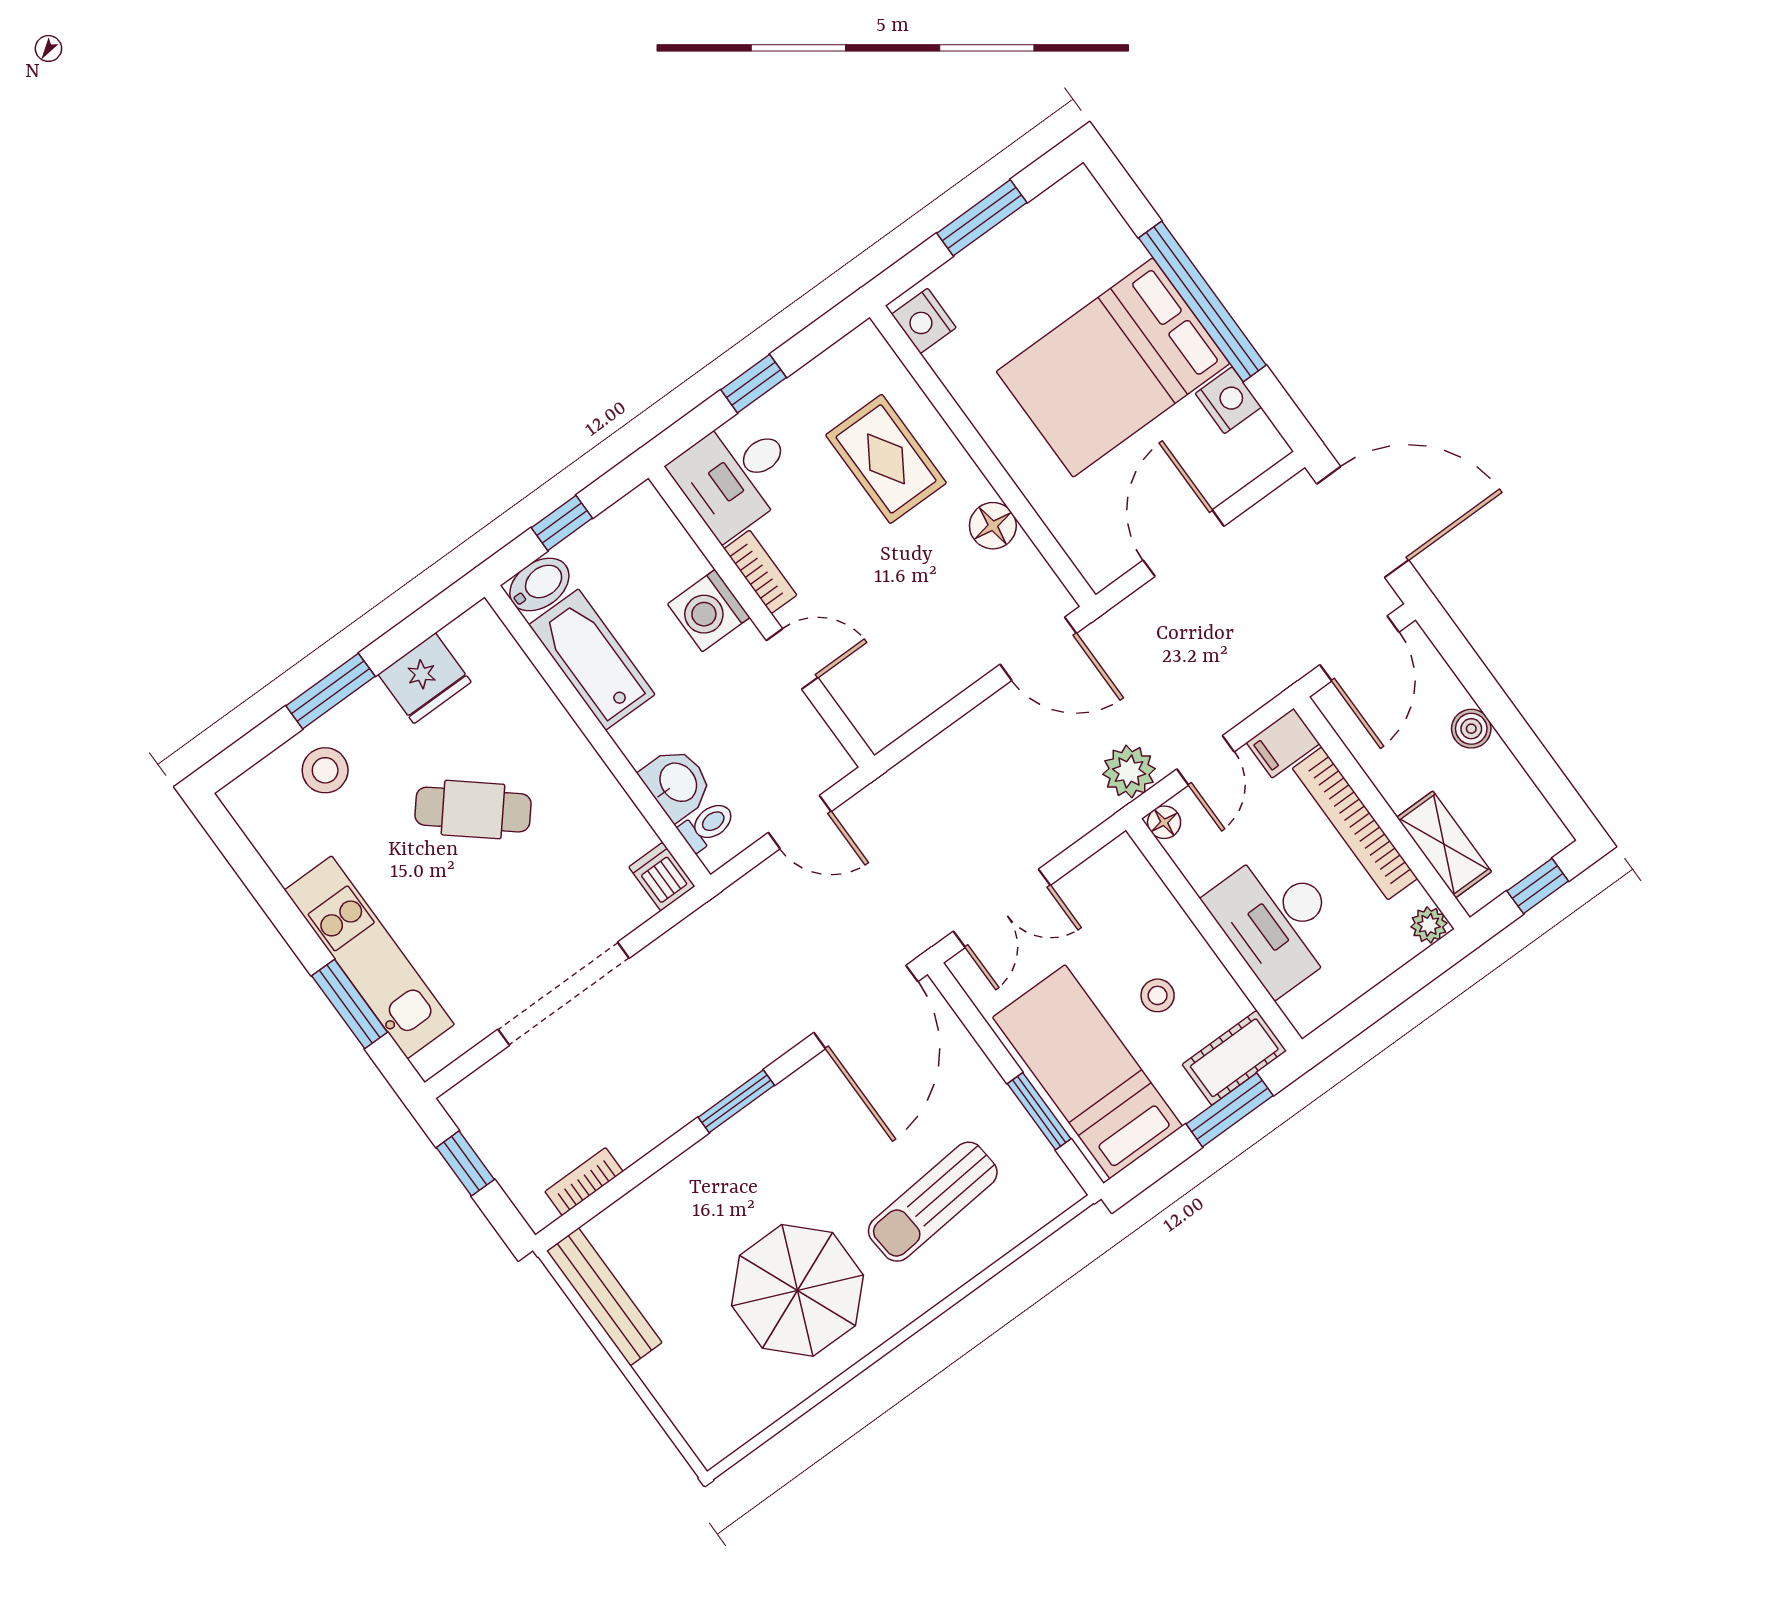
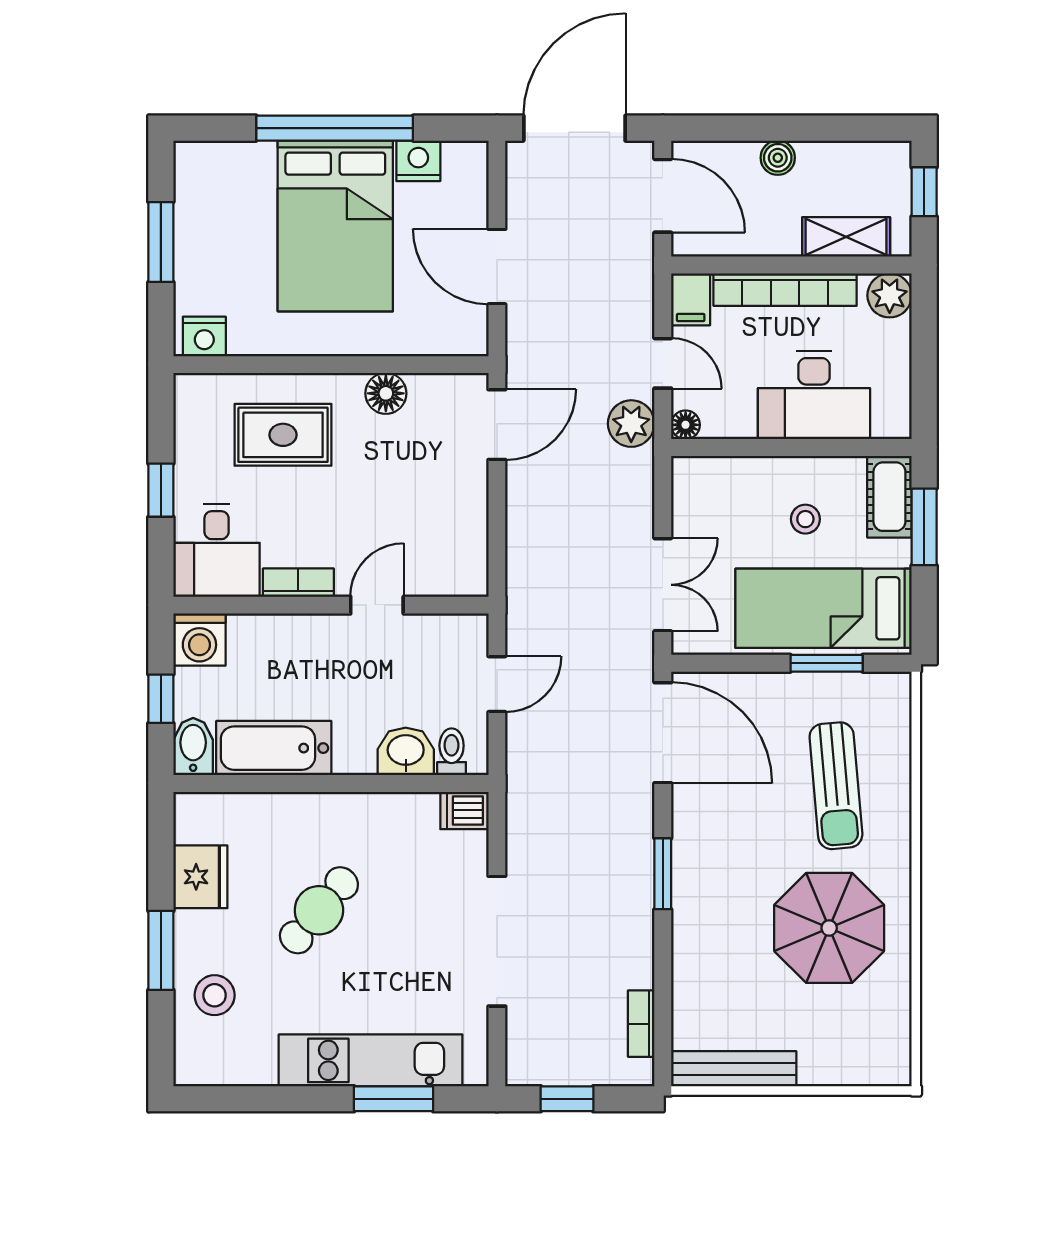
washing machine: (709, 611) -> (199, 640), moved
plant: (1429, 925) -> (890, 295), width x1.38, depth x1.38

